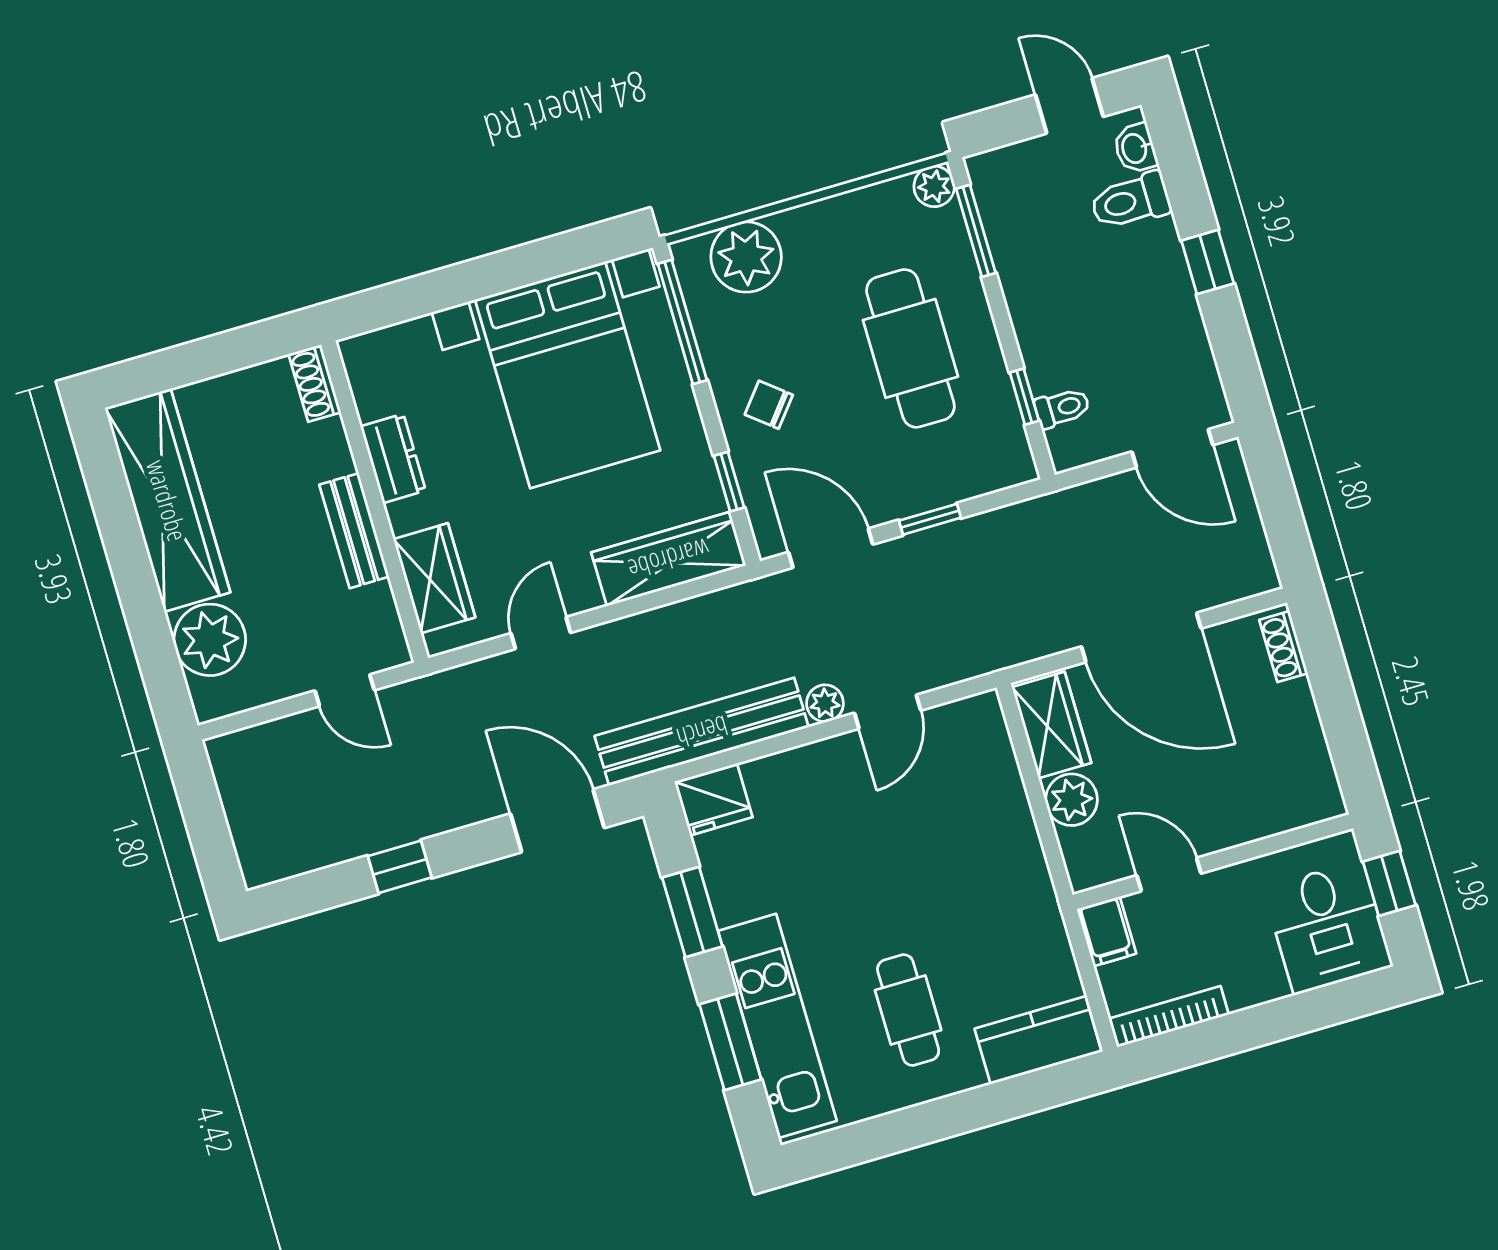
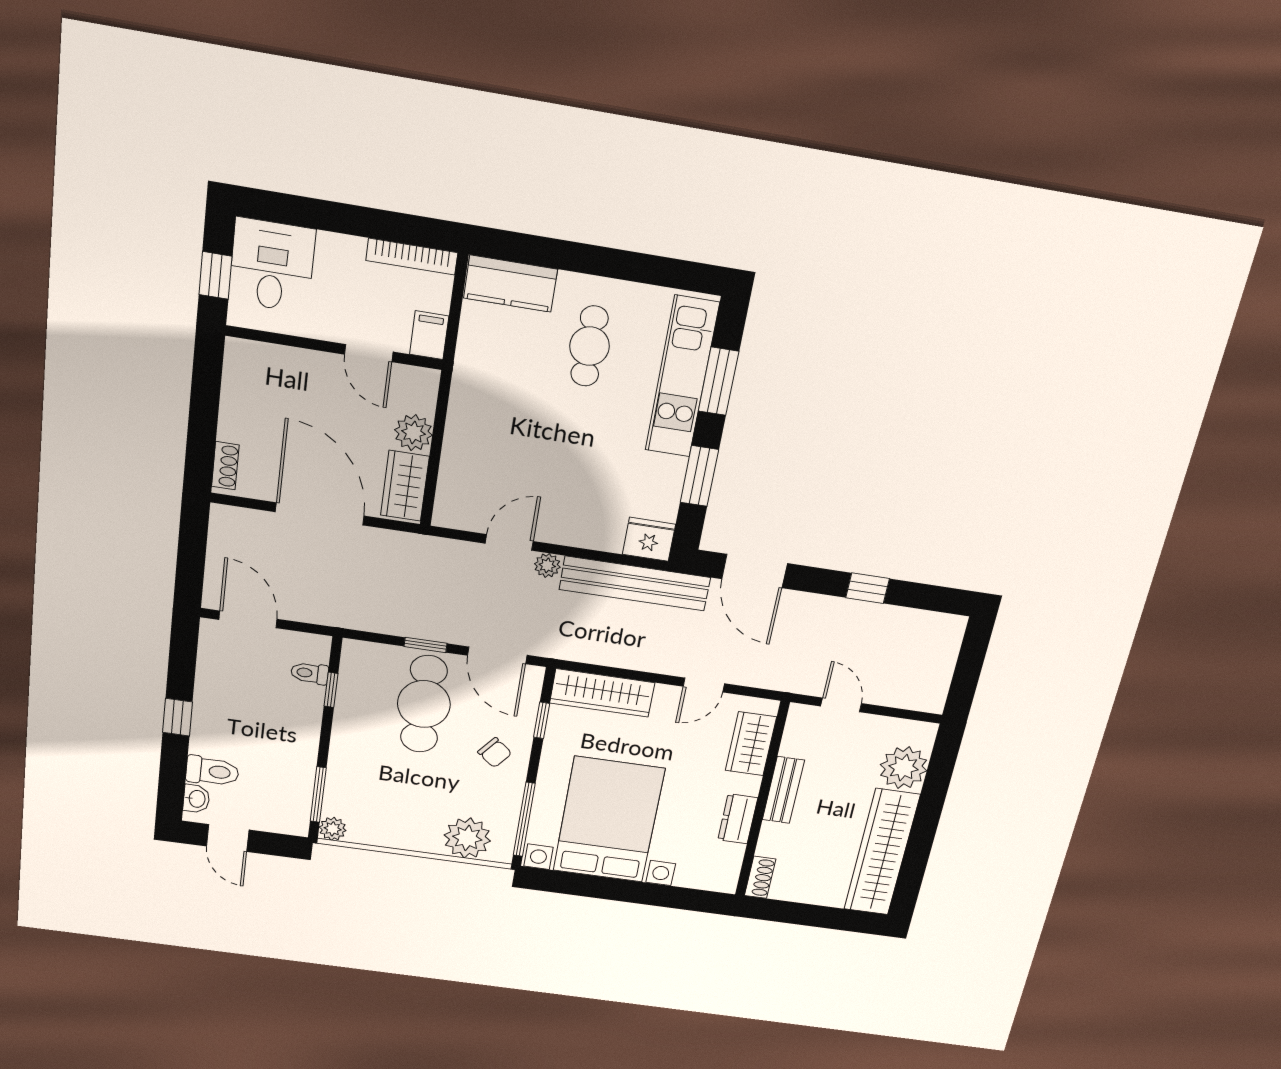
cafe table: (910, 348) -> (424, 704), moved

